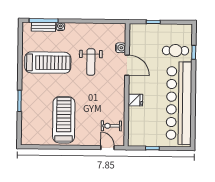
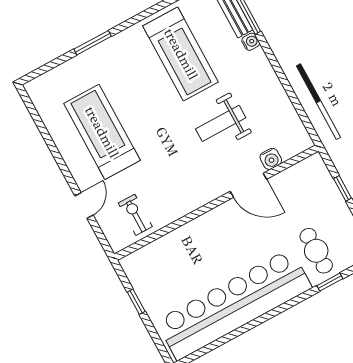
door: (127, 65) -> (248, 185), hinge flipped
fridge: (135, 100) -> (199, 231), removed
treadmill: (64, 120) -> (102, 132), turned -90
door: (107, 148) -> (84, 206), moved

